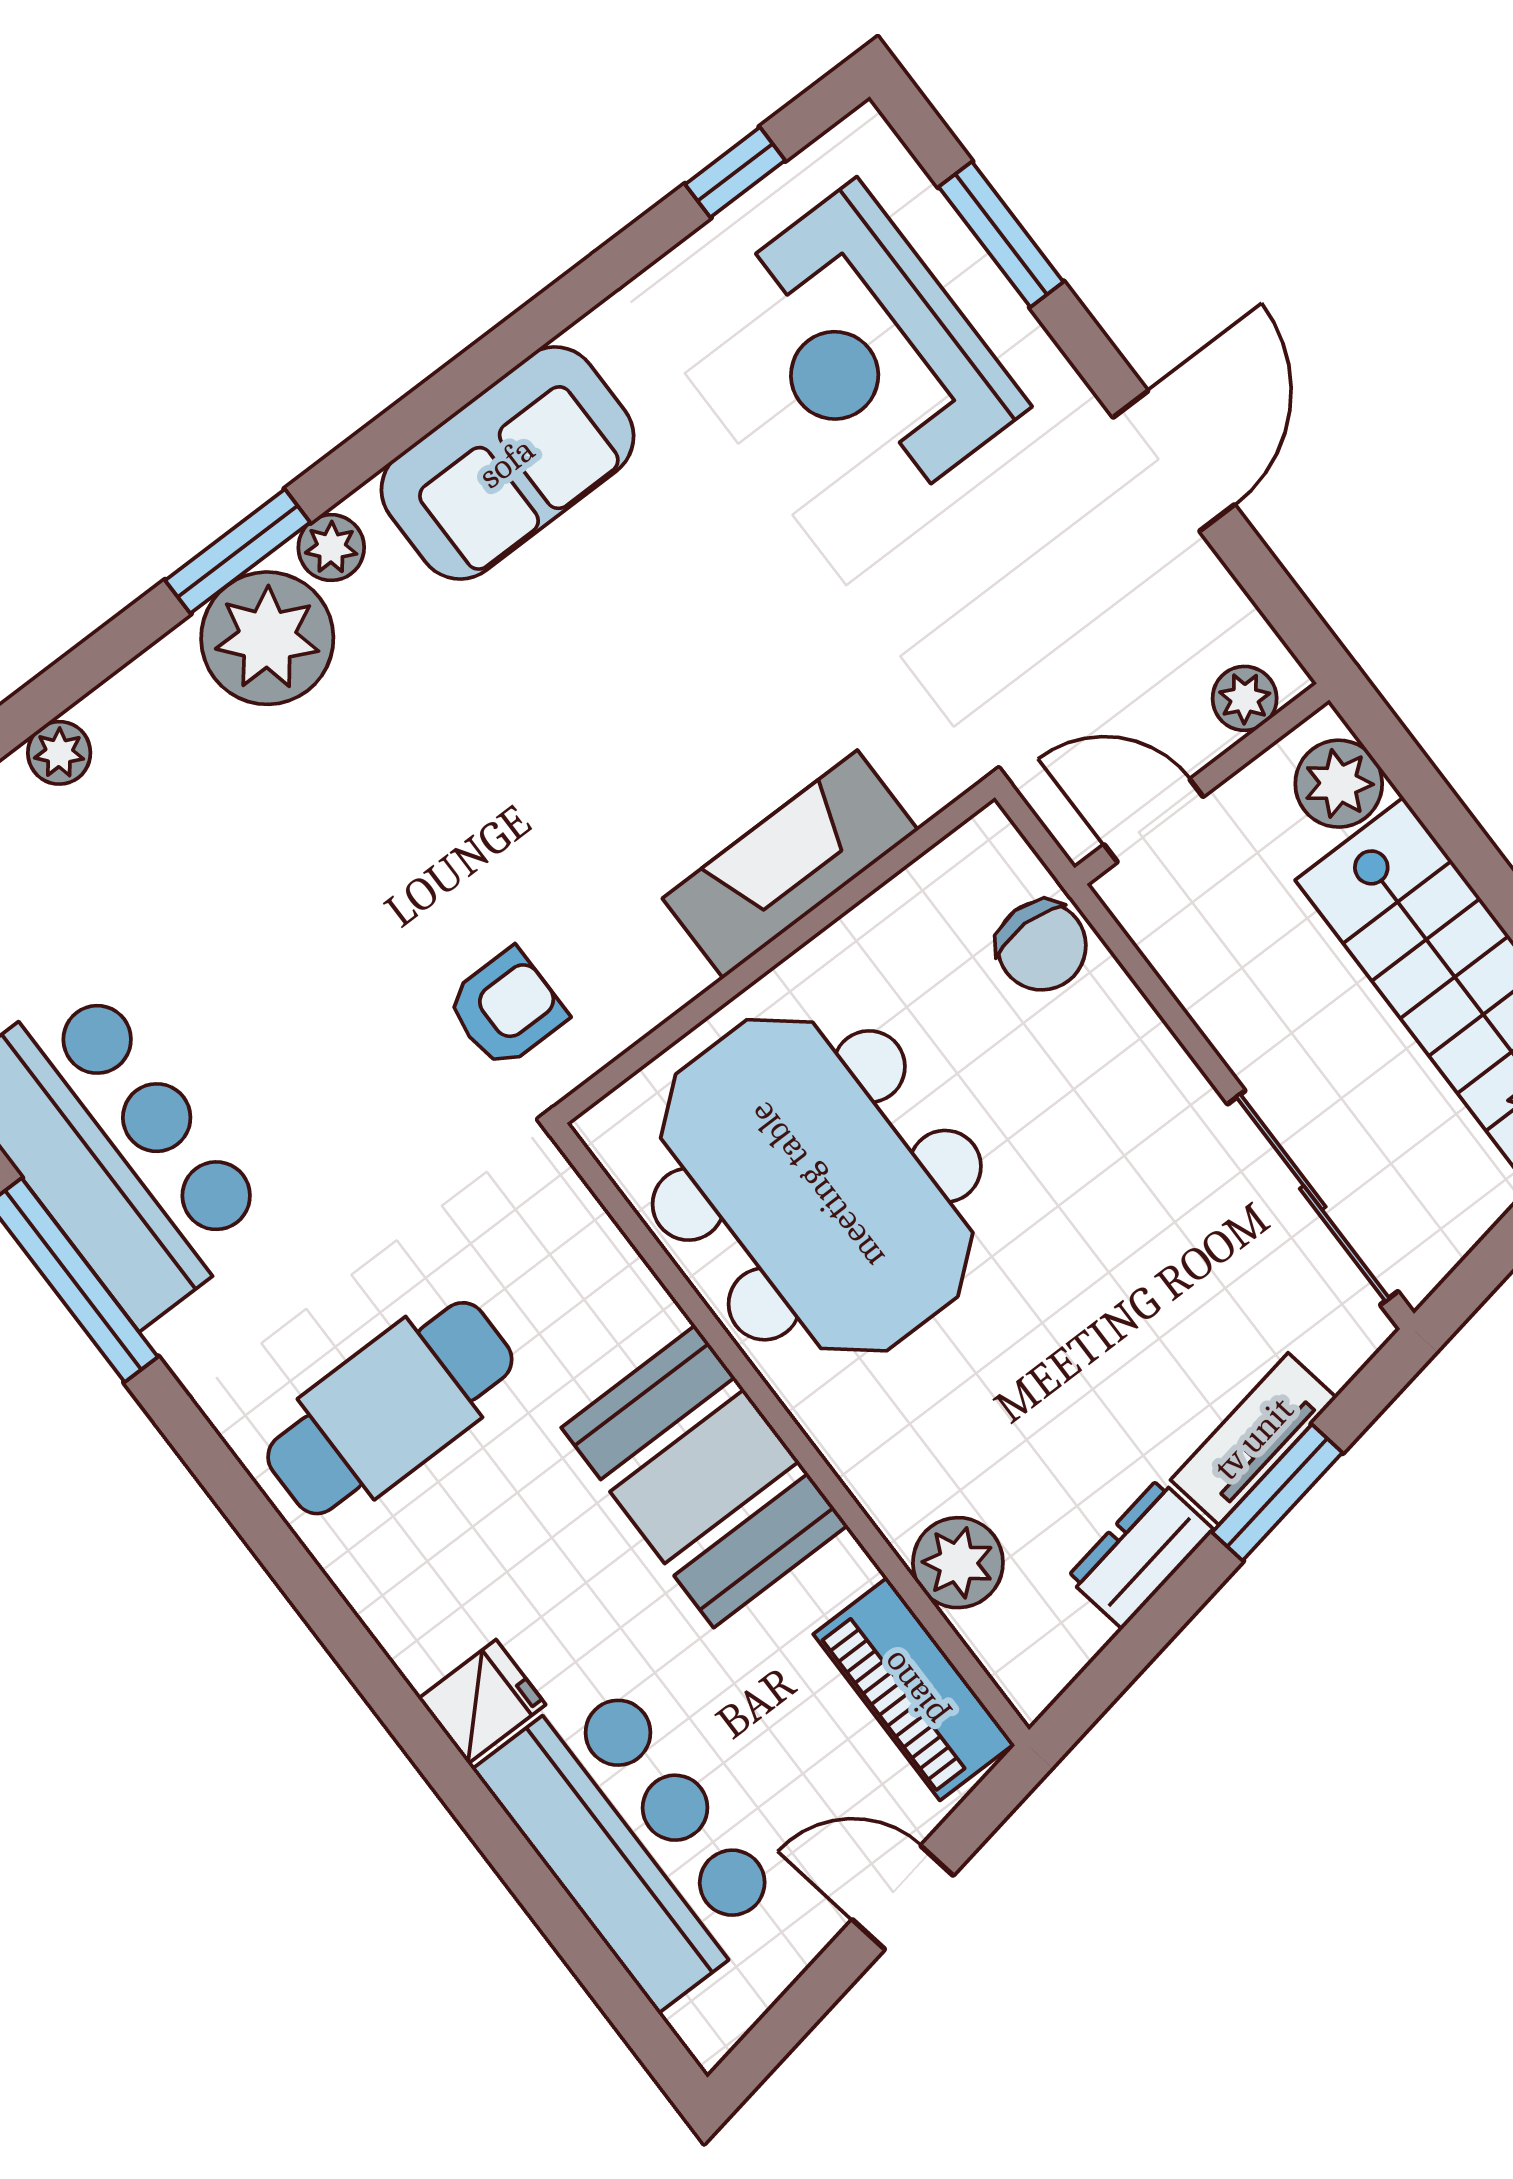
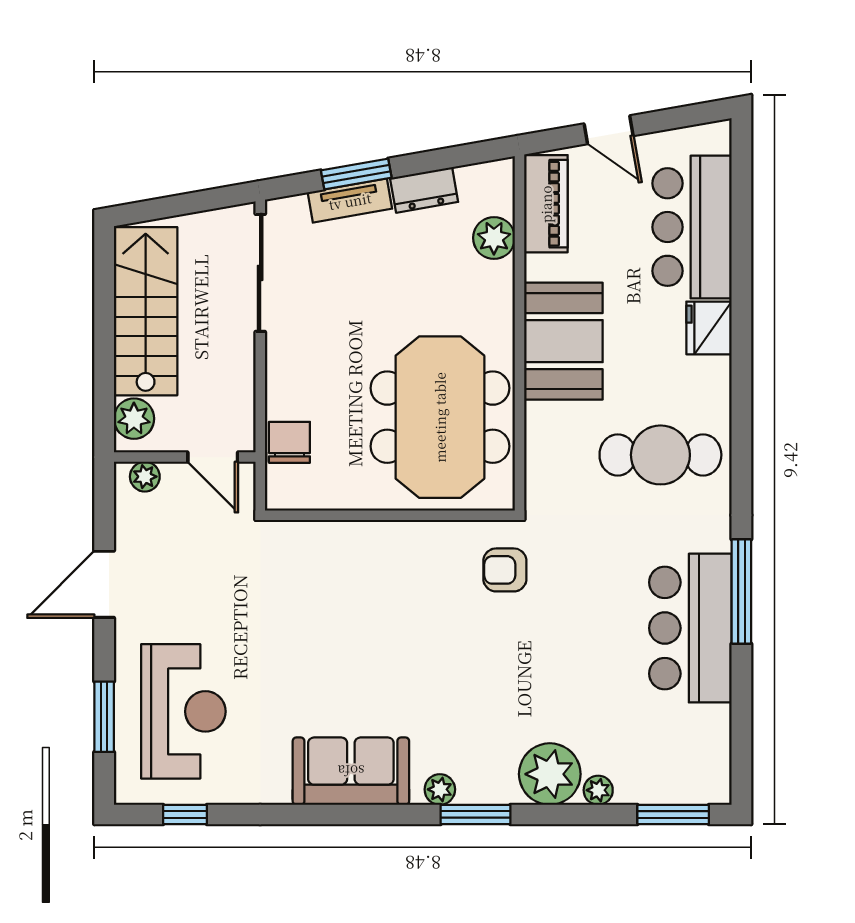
plant: (267, 638) -> (550, 774), moved
fireplace: (790, 864) -> (359, 543), removed
fridge: (482, 1702) -> (709, 328), width x1.38

